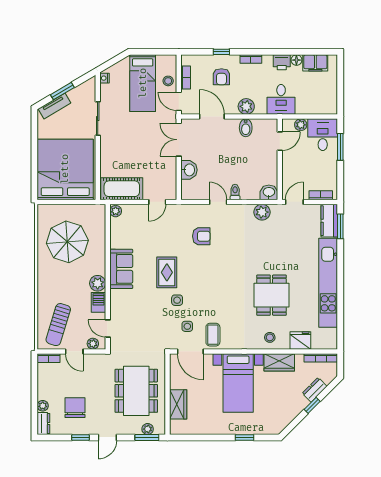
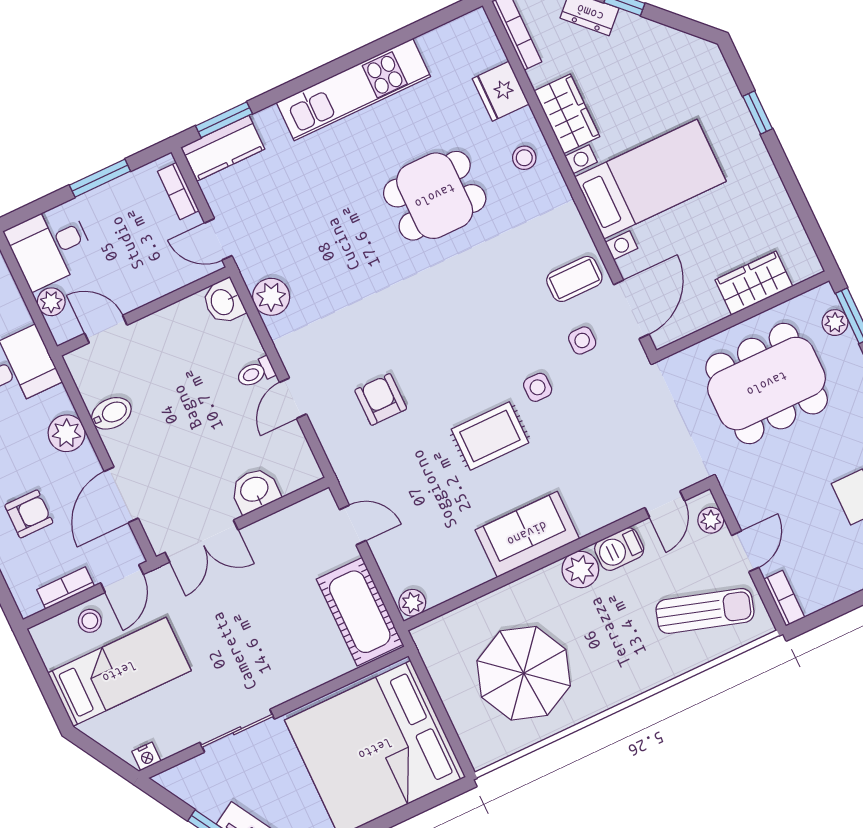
window: (340, 147) -> (100, 178), moved
kitchen unit: (328, 283) -> (353, 90), width x0.73

